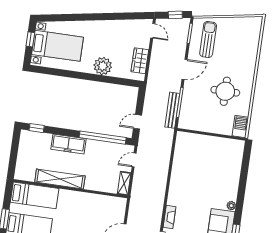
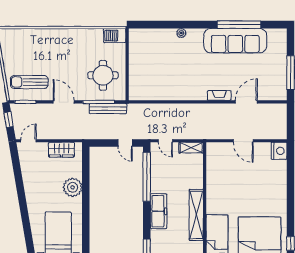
round table: (225, 91) -> (103, 75), moved
plant: (231, 206) -> (181, 33), moved

